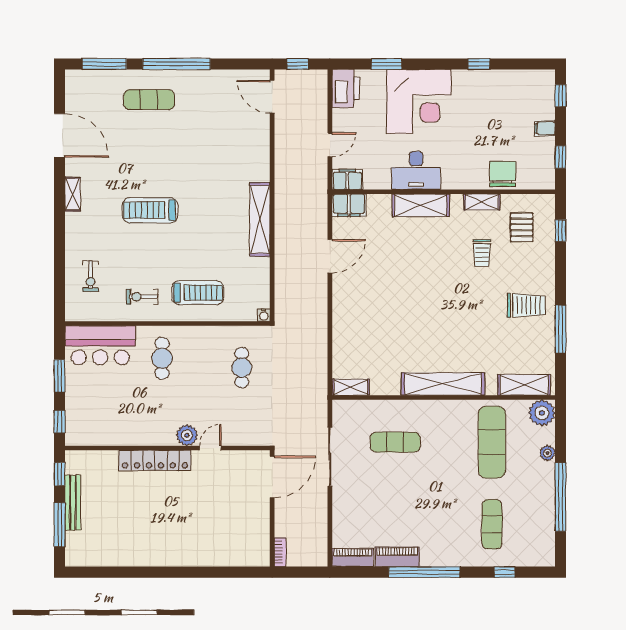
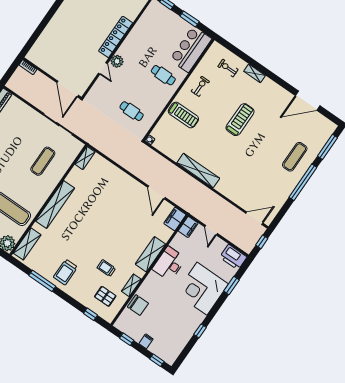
shelving: (73, 194) -> (255, 73), moved
treadmill: (198, 293) -> (183, 115), turned -90

